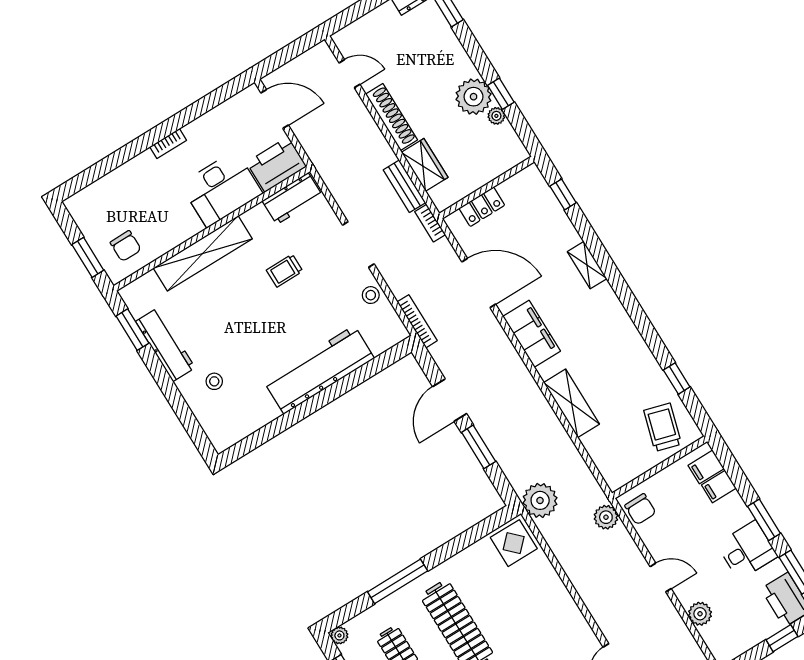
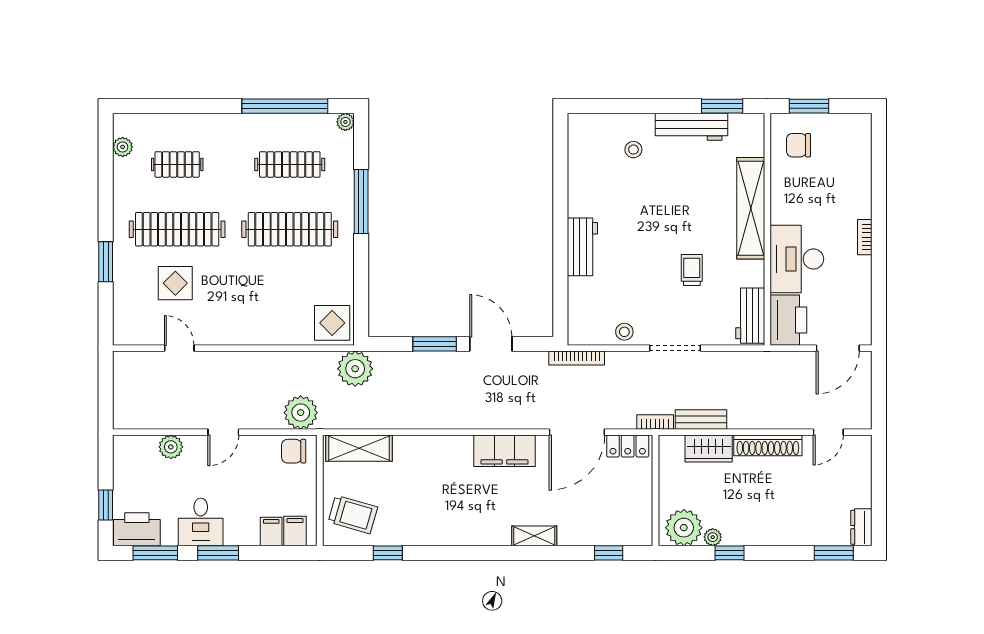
plant: (474, 97) -> (684, 528), moved
locker: (482, 207) -> (628, 446), moved, turned -90
workbench: (319, 370) -> (582, 247), width x0.53, depth x0.76
shelving: (572, 403) -> (359, 448), moved
plant: (606, 517) -> (301, 413), width x1.36, depth x1.36

